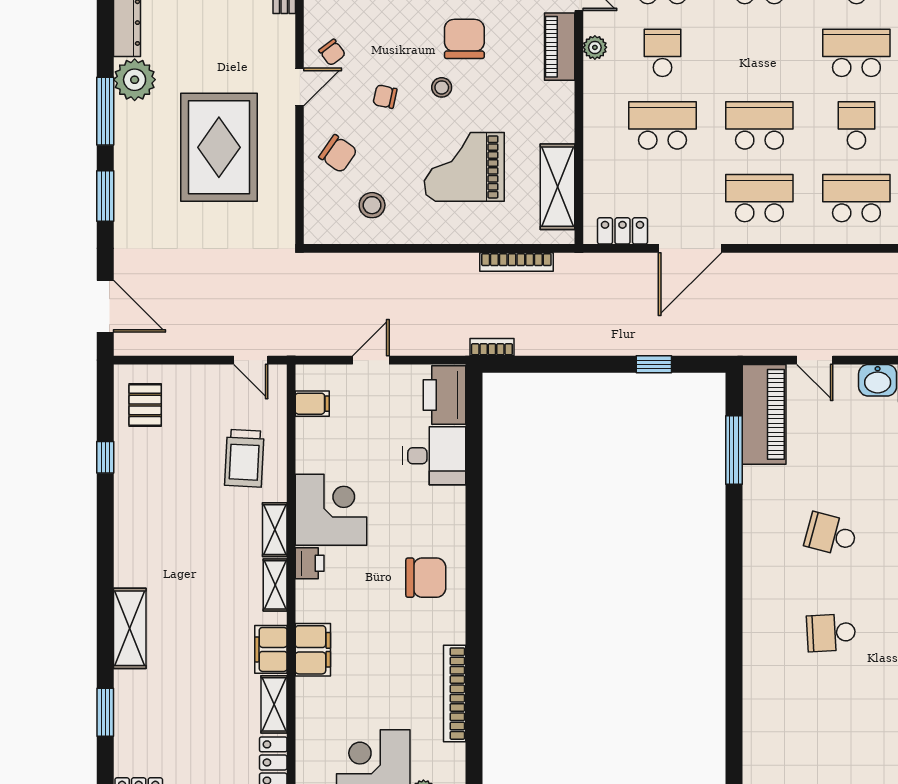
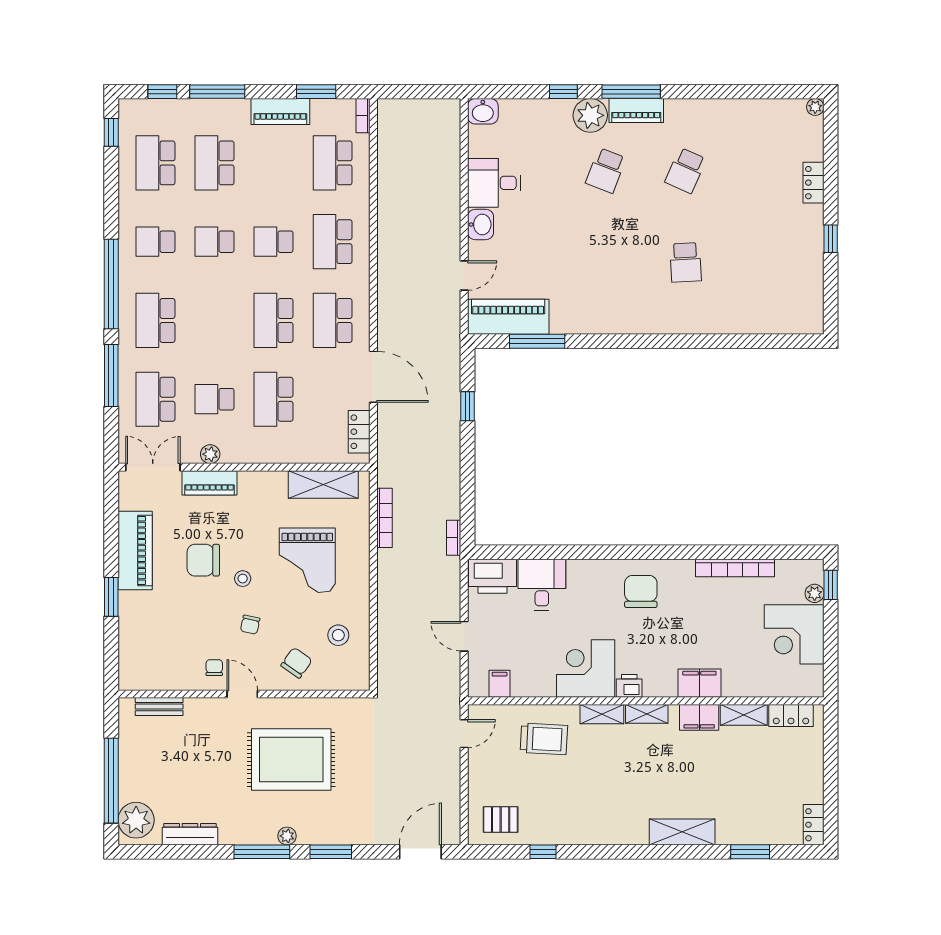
chair: (332, 52) -> (214, 668), turned -53
school desk: (856, 53) -> (215, 242), width x0.54
plant: (135, 80) -> (287, 836), moved, width x0.53, depth x0.53
school desk: (831, 534) -> (606, 262), removed

